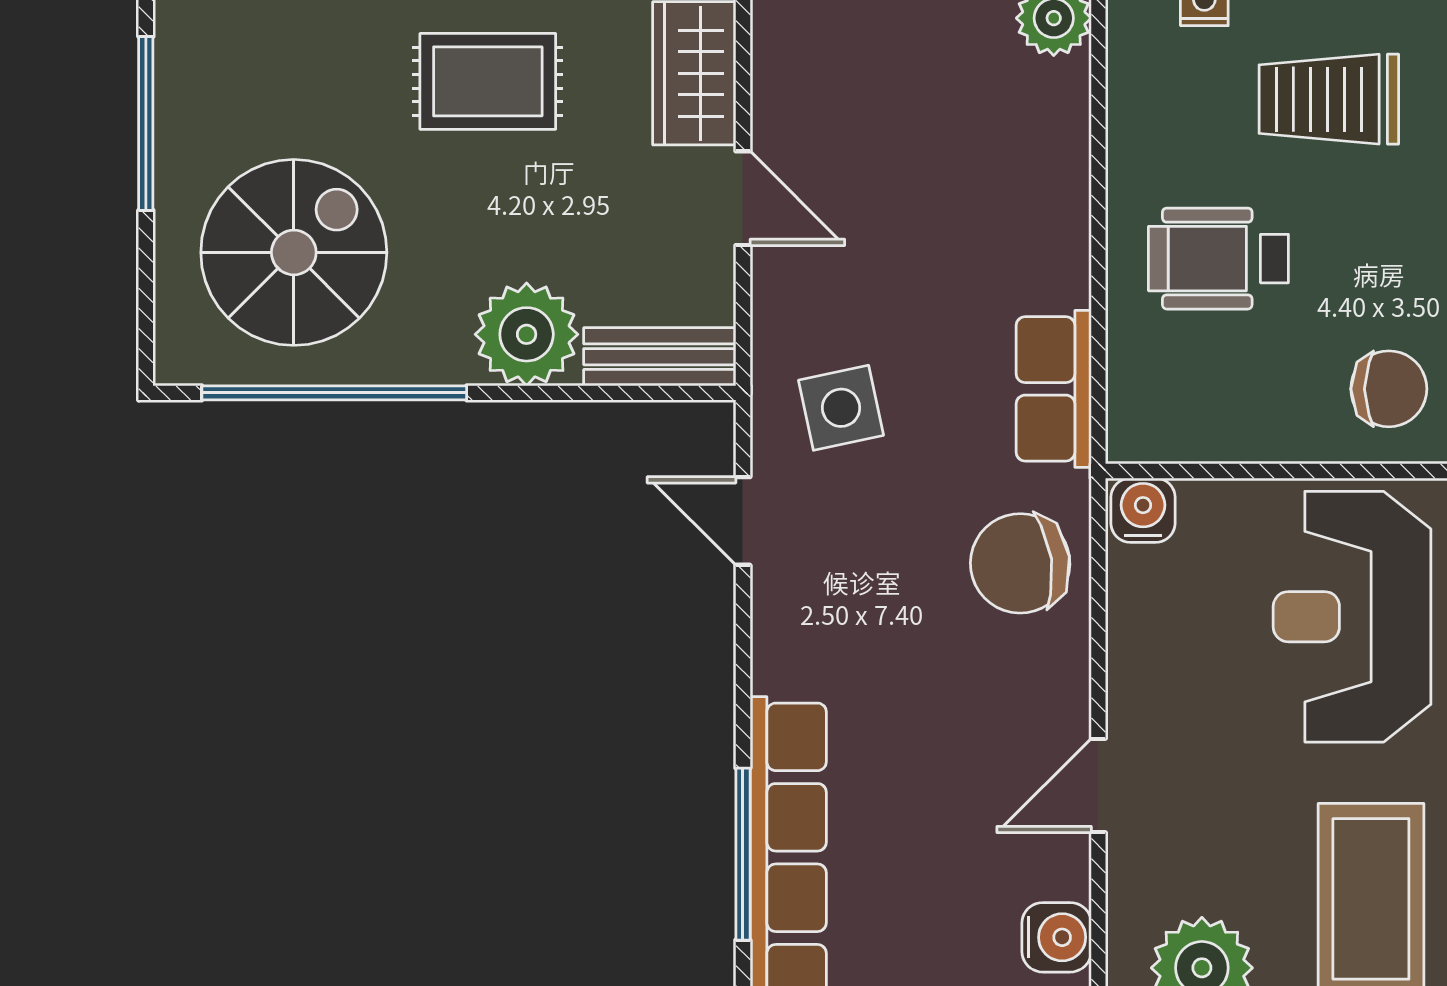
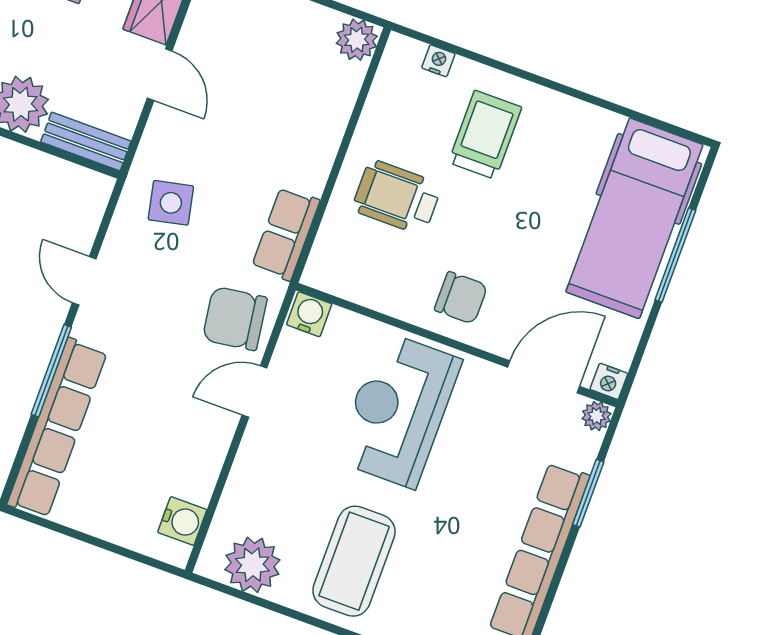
trolley: (1329, 99) -> (485, 135), turned 90
door: (743, 521) -> (84, 281), moved
door: (1098, 786) -> (254, 392), moved
window: (743, 854) -> (51, 371), moved

